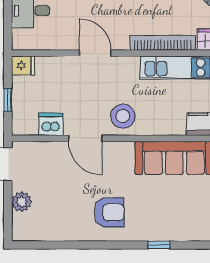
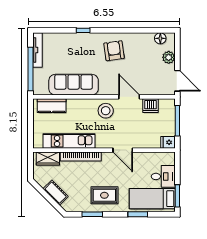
window: (8, 100) -> (177, 121), width x2.17
armchair: (109, 212) -> (114, 51), turned 82
floor lamp: (35, 232) -> (160, 38), added

